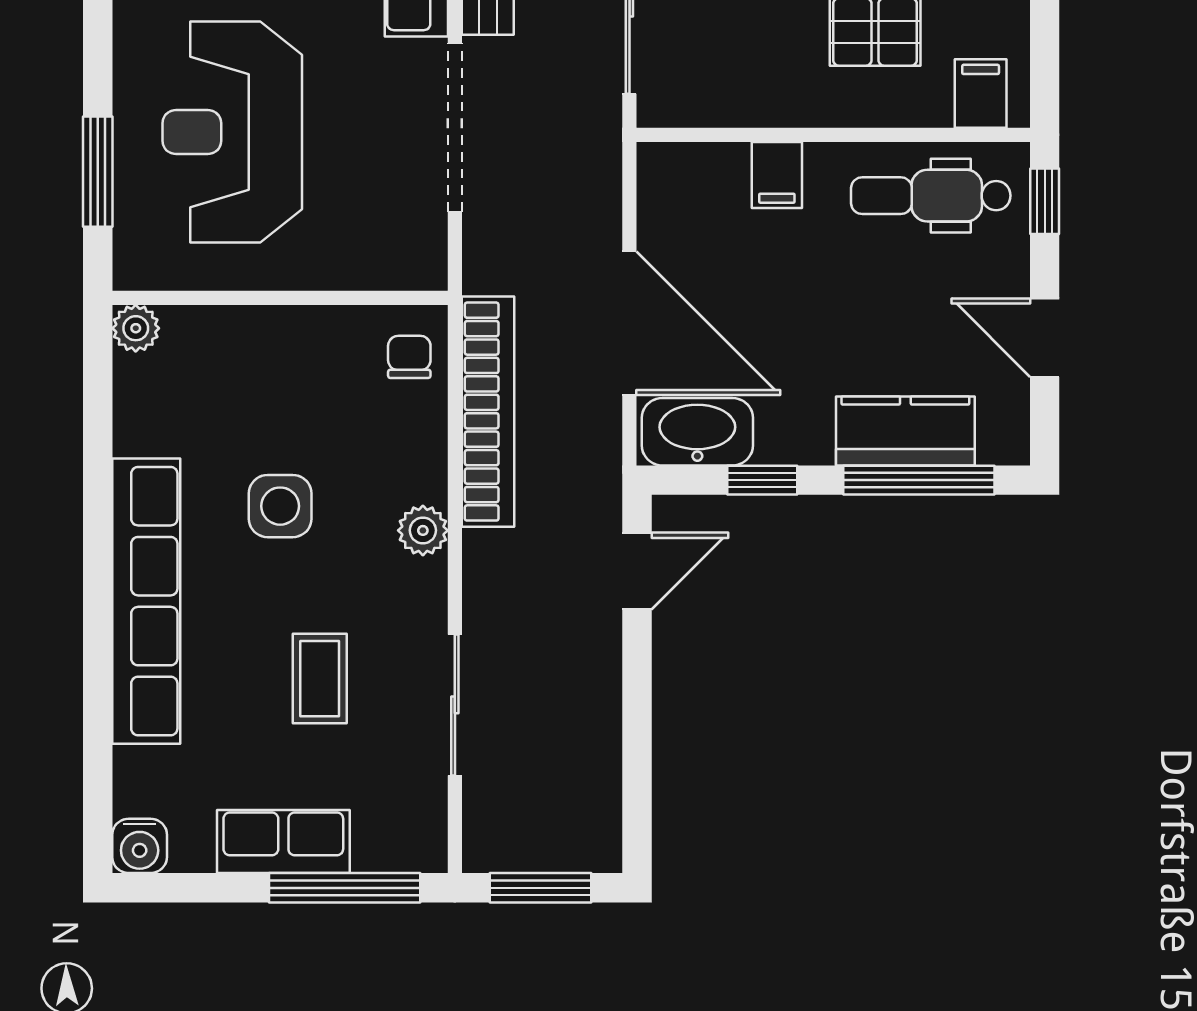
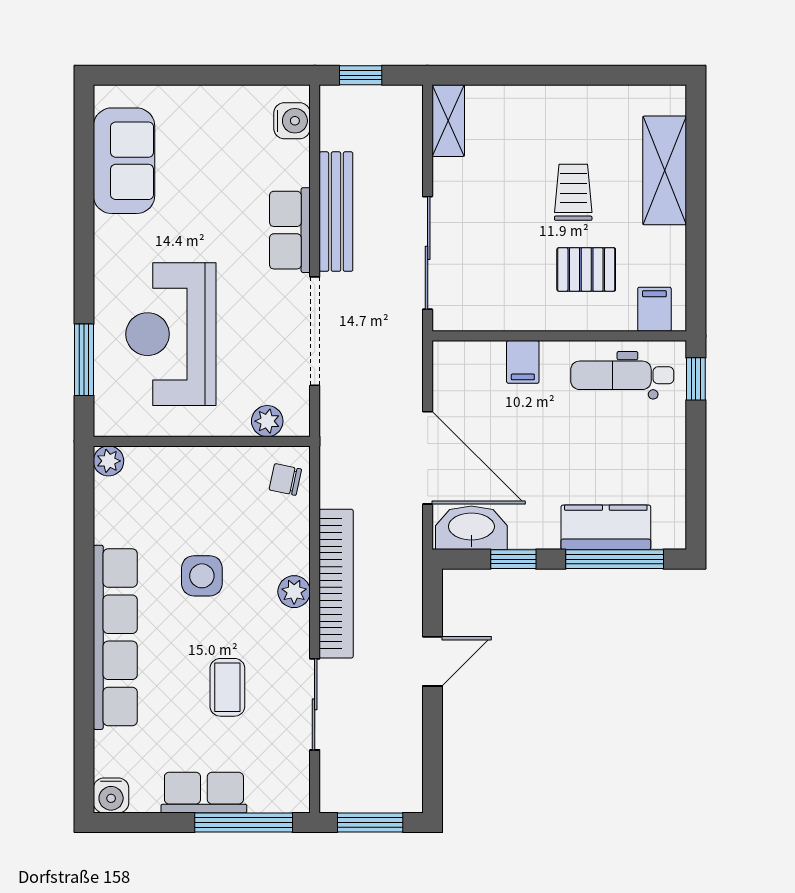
plant: (381, 267) -> (267, 421), added
door: (1045, 338) -> (696, 467), removed
chair: (409, 357) -> (285, 479), turned -78
bookcase: (488, 412) -> (336, 584), moved
door: (637, 571) -> (432, 661), moved

